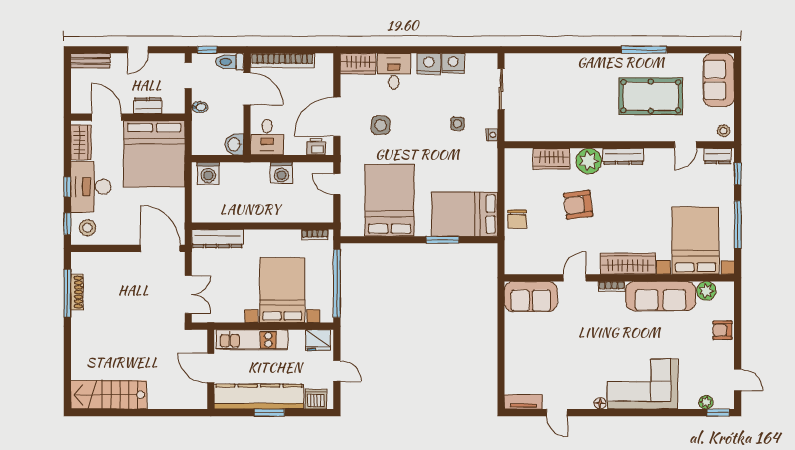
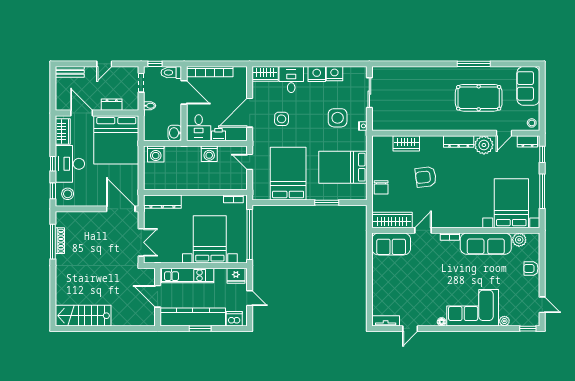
side table: (457, 124) -> (338, 118), width x1.87, depth x1.87
printer: (316, 147) -> (219, 135), moved
plant: (589, 161) -> (484, 145), moved
bed: (465, 214) -> (343, 167), moved
wardrobe: (628, 264) -> (392, 220), moved
plant: (706, 402) -> (504, 321), moved
door: (557, 413) -> (410, 329), hinge flipped

